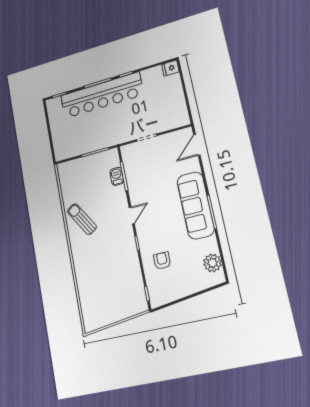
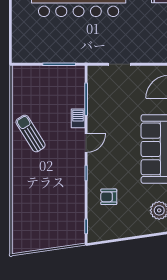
barbecue: (117, 176) -> (78, 118), moved
armchair: (162, 261) -> (109, 197), turned -90

